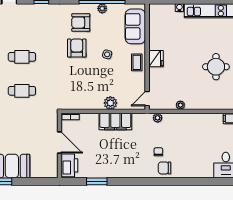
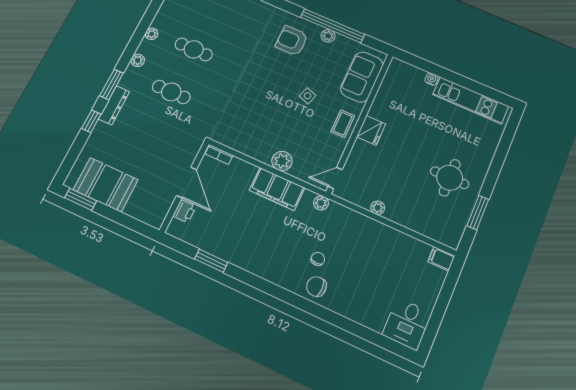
armchair: (77, 48) -> (271, 70), removed
plant: (158, 118) -> (321, 203), moved
printer: (69, 165) -> (184, 211), width x0.53, depth x0.68

